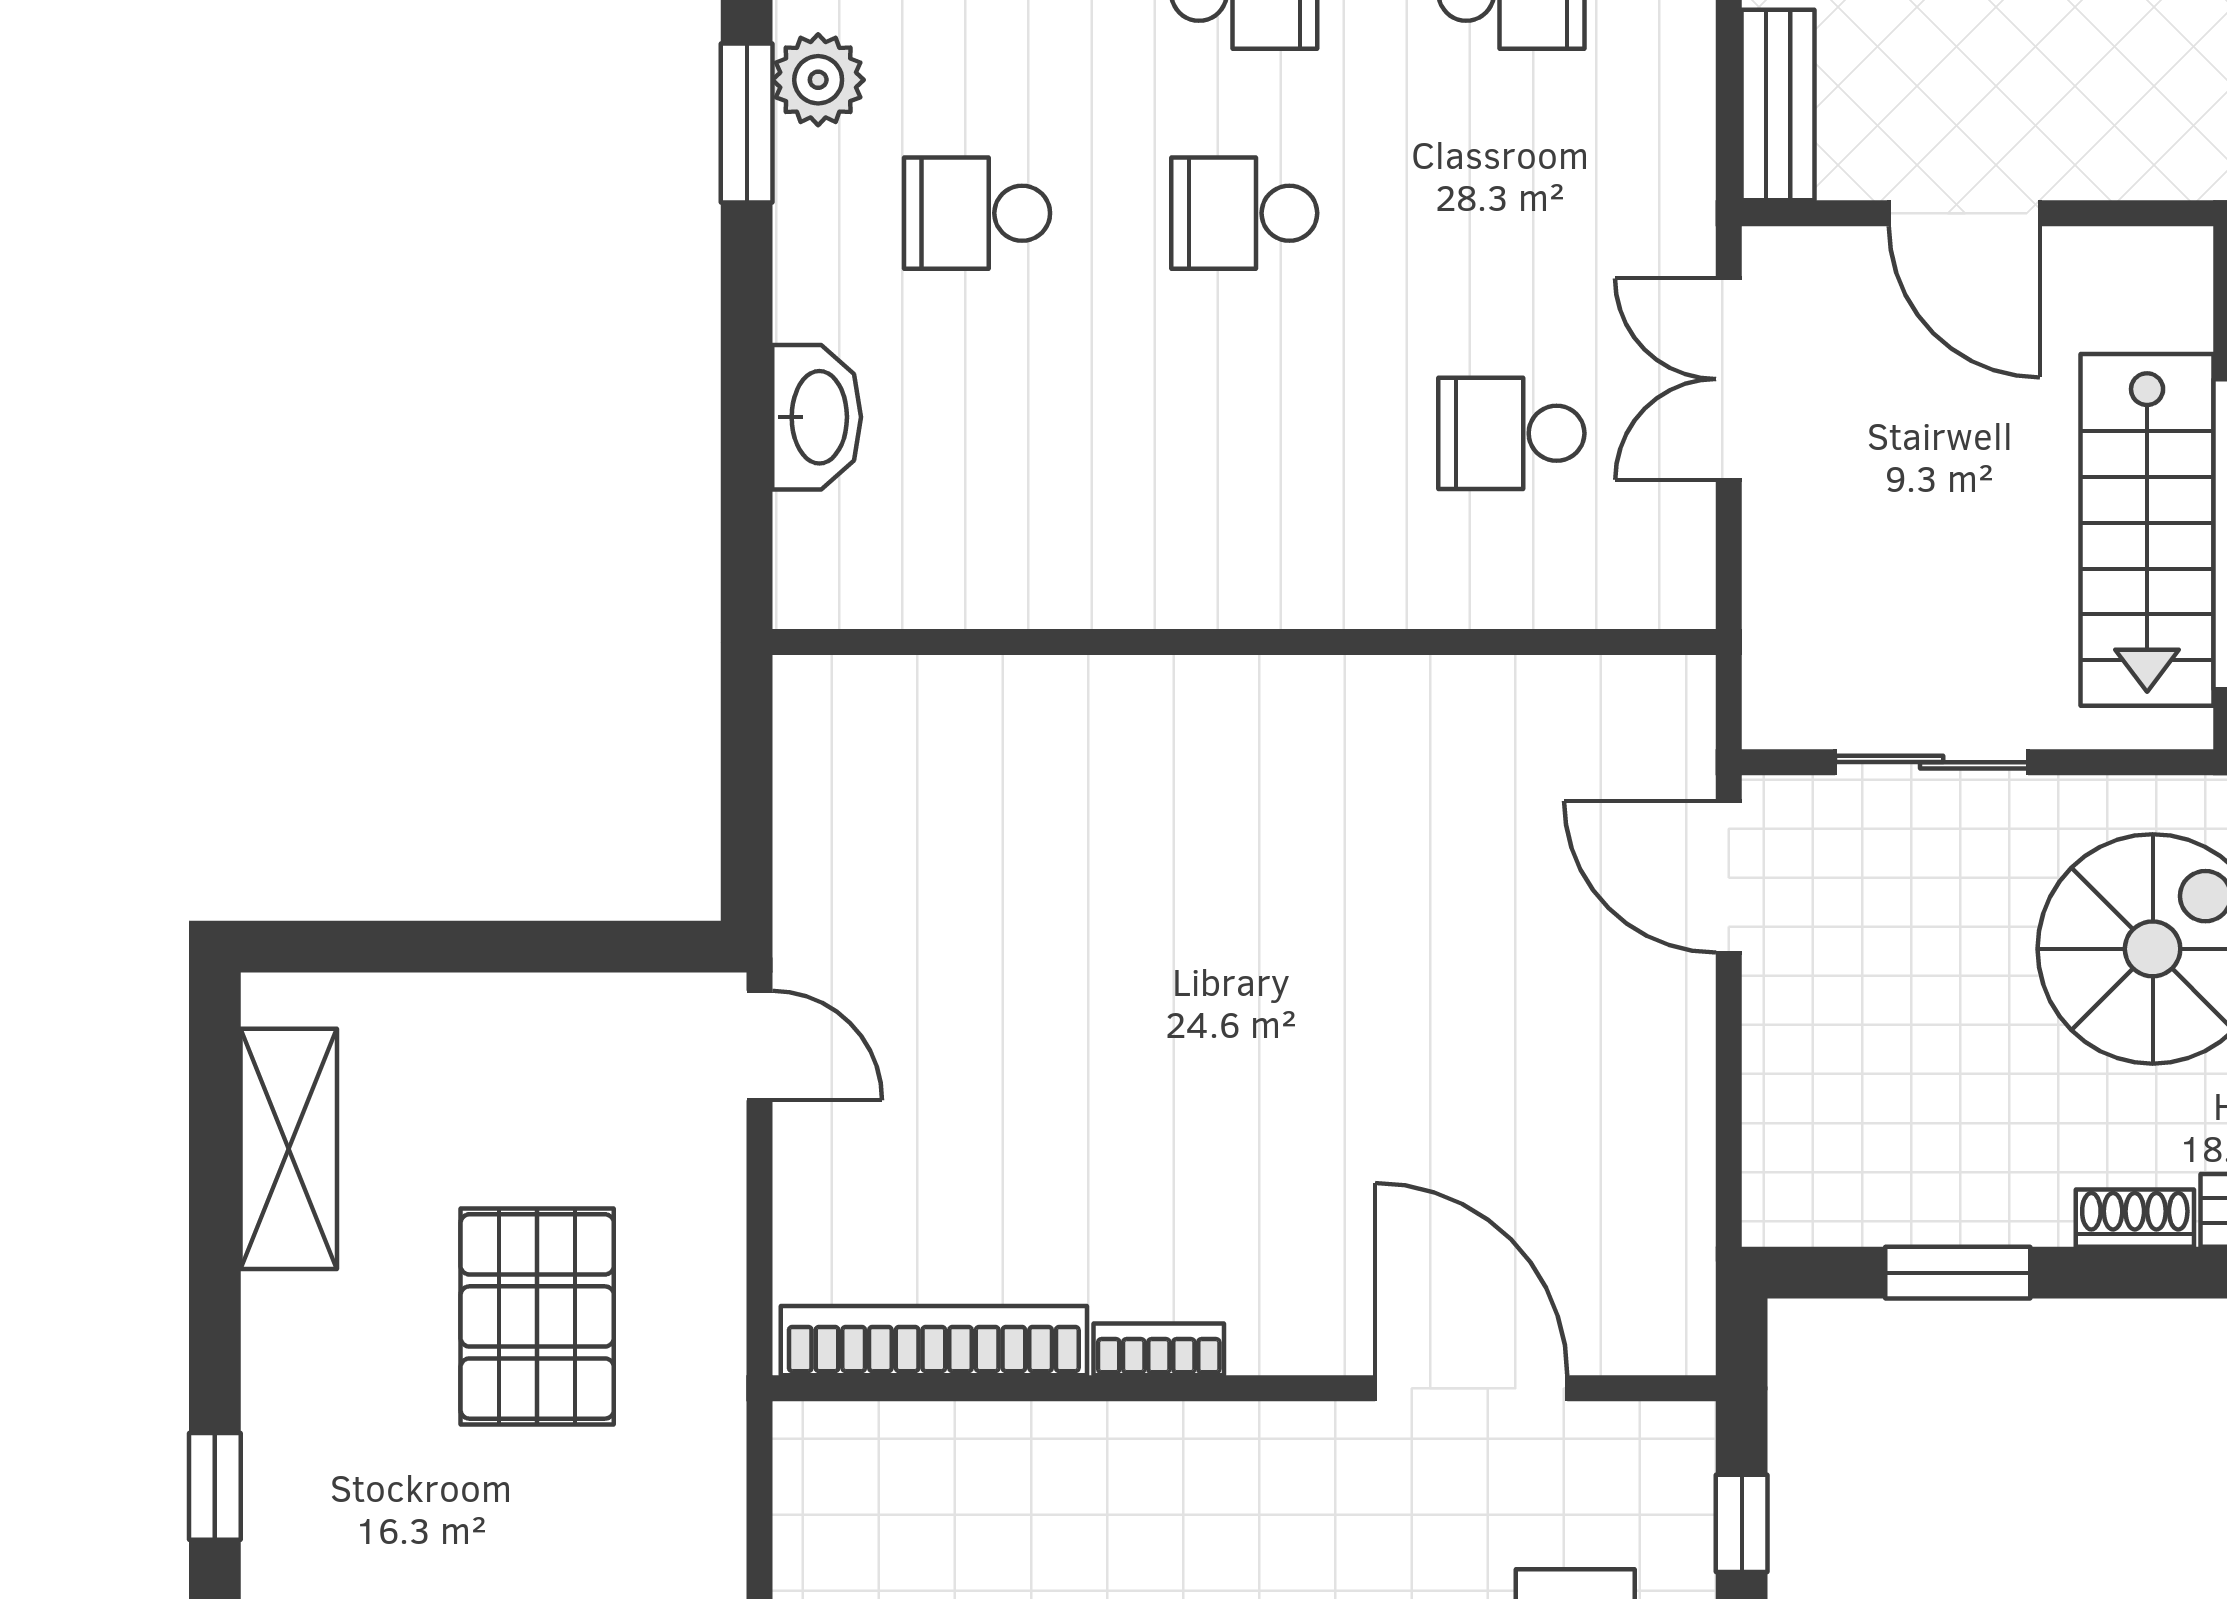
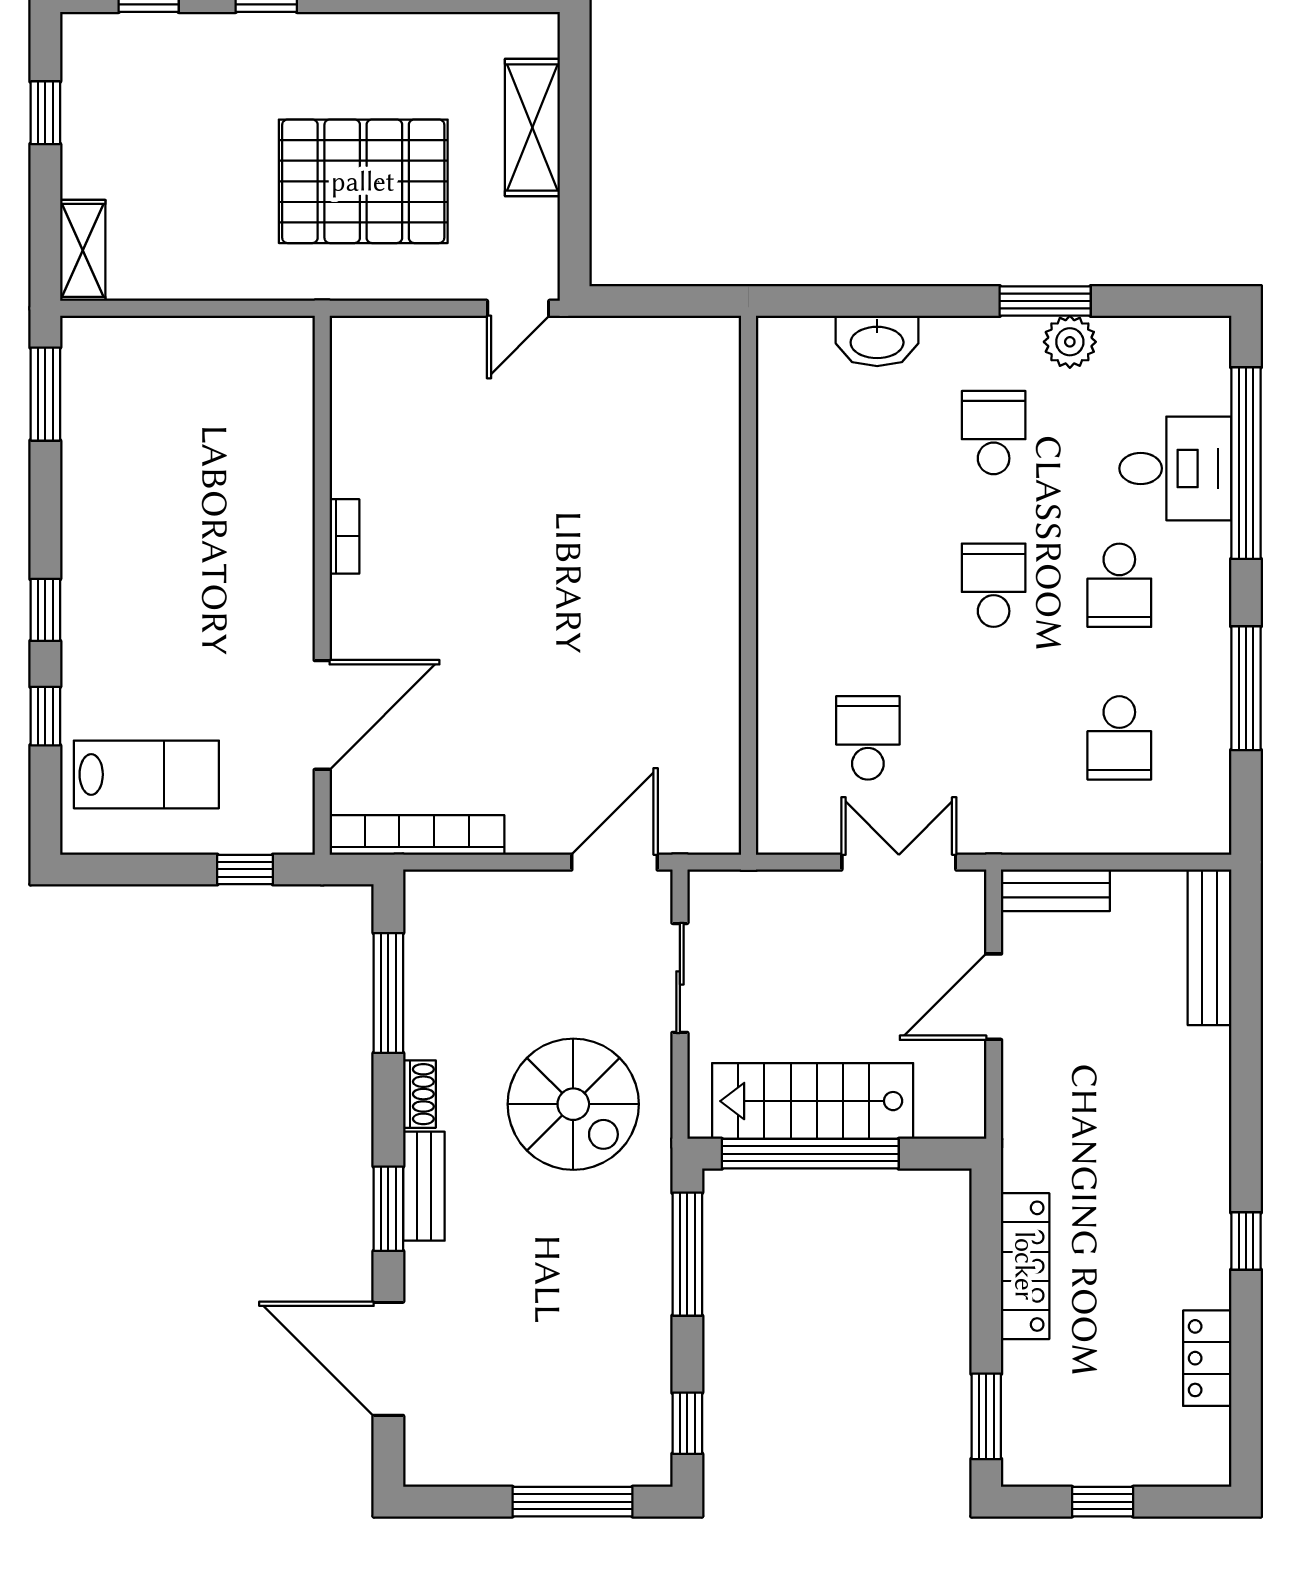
shelving: (289, 1149) -> (532, 127), moved, turned 90
window: (1958, 1273) -> (388, 993), width x1.44
pallet: (537, 1316) -> (363, 181), width x1.37, depth x1.41
bookcase: (934, 1341) -> (417, 835), moved, turned -90

